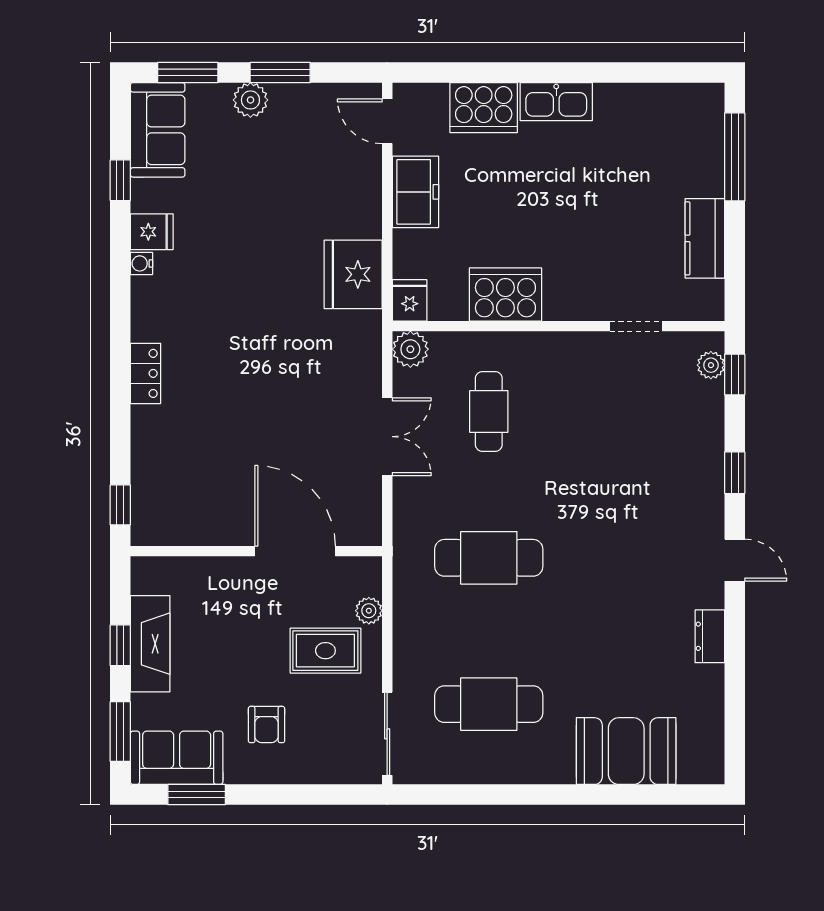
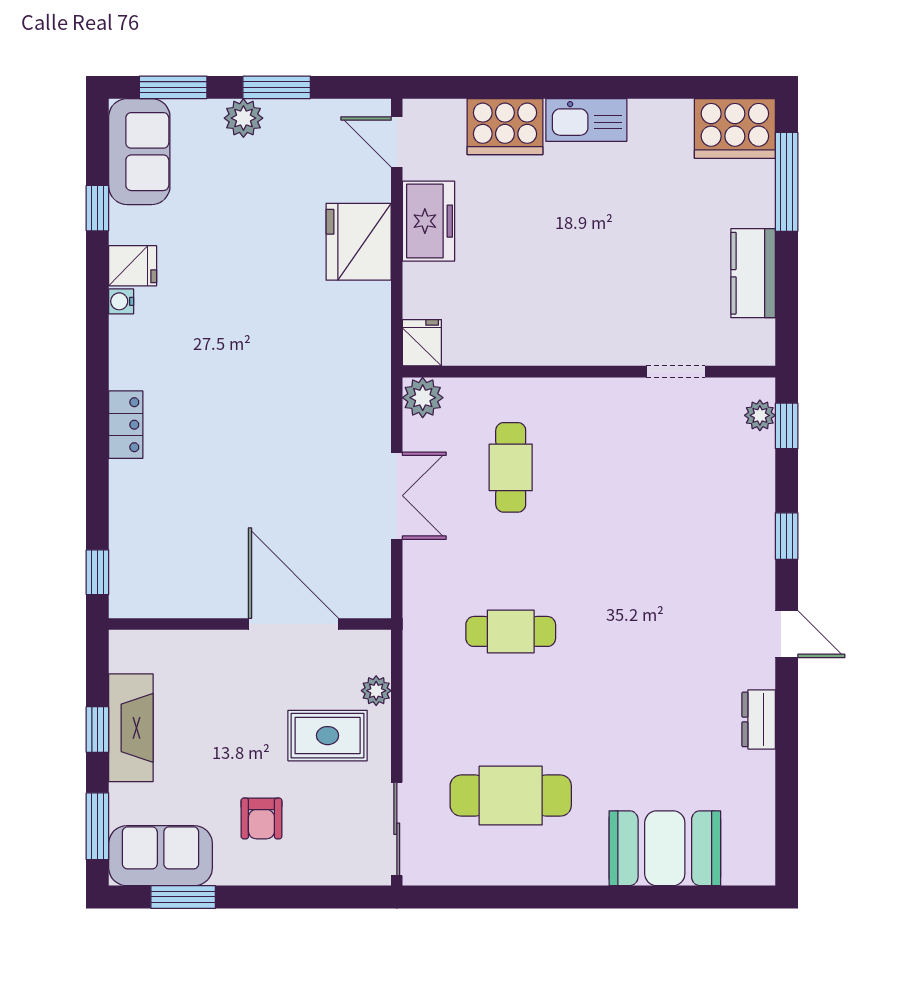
fridge: (353, 274) -> (359, 242), moved
cooker: (505, 294) -> (735, 128), moved, turned 180
cafe table: (489, 558) -> (511, 631), width x0.73, depth x0.74

